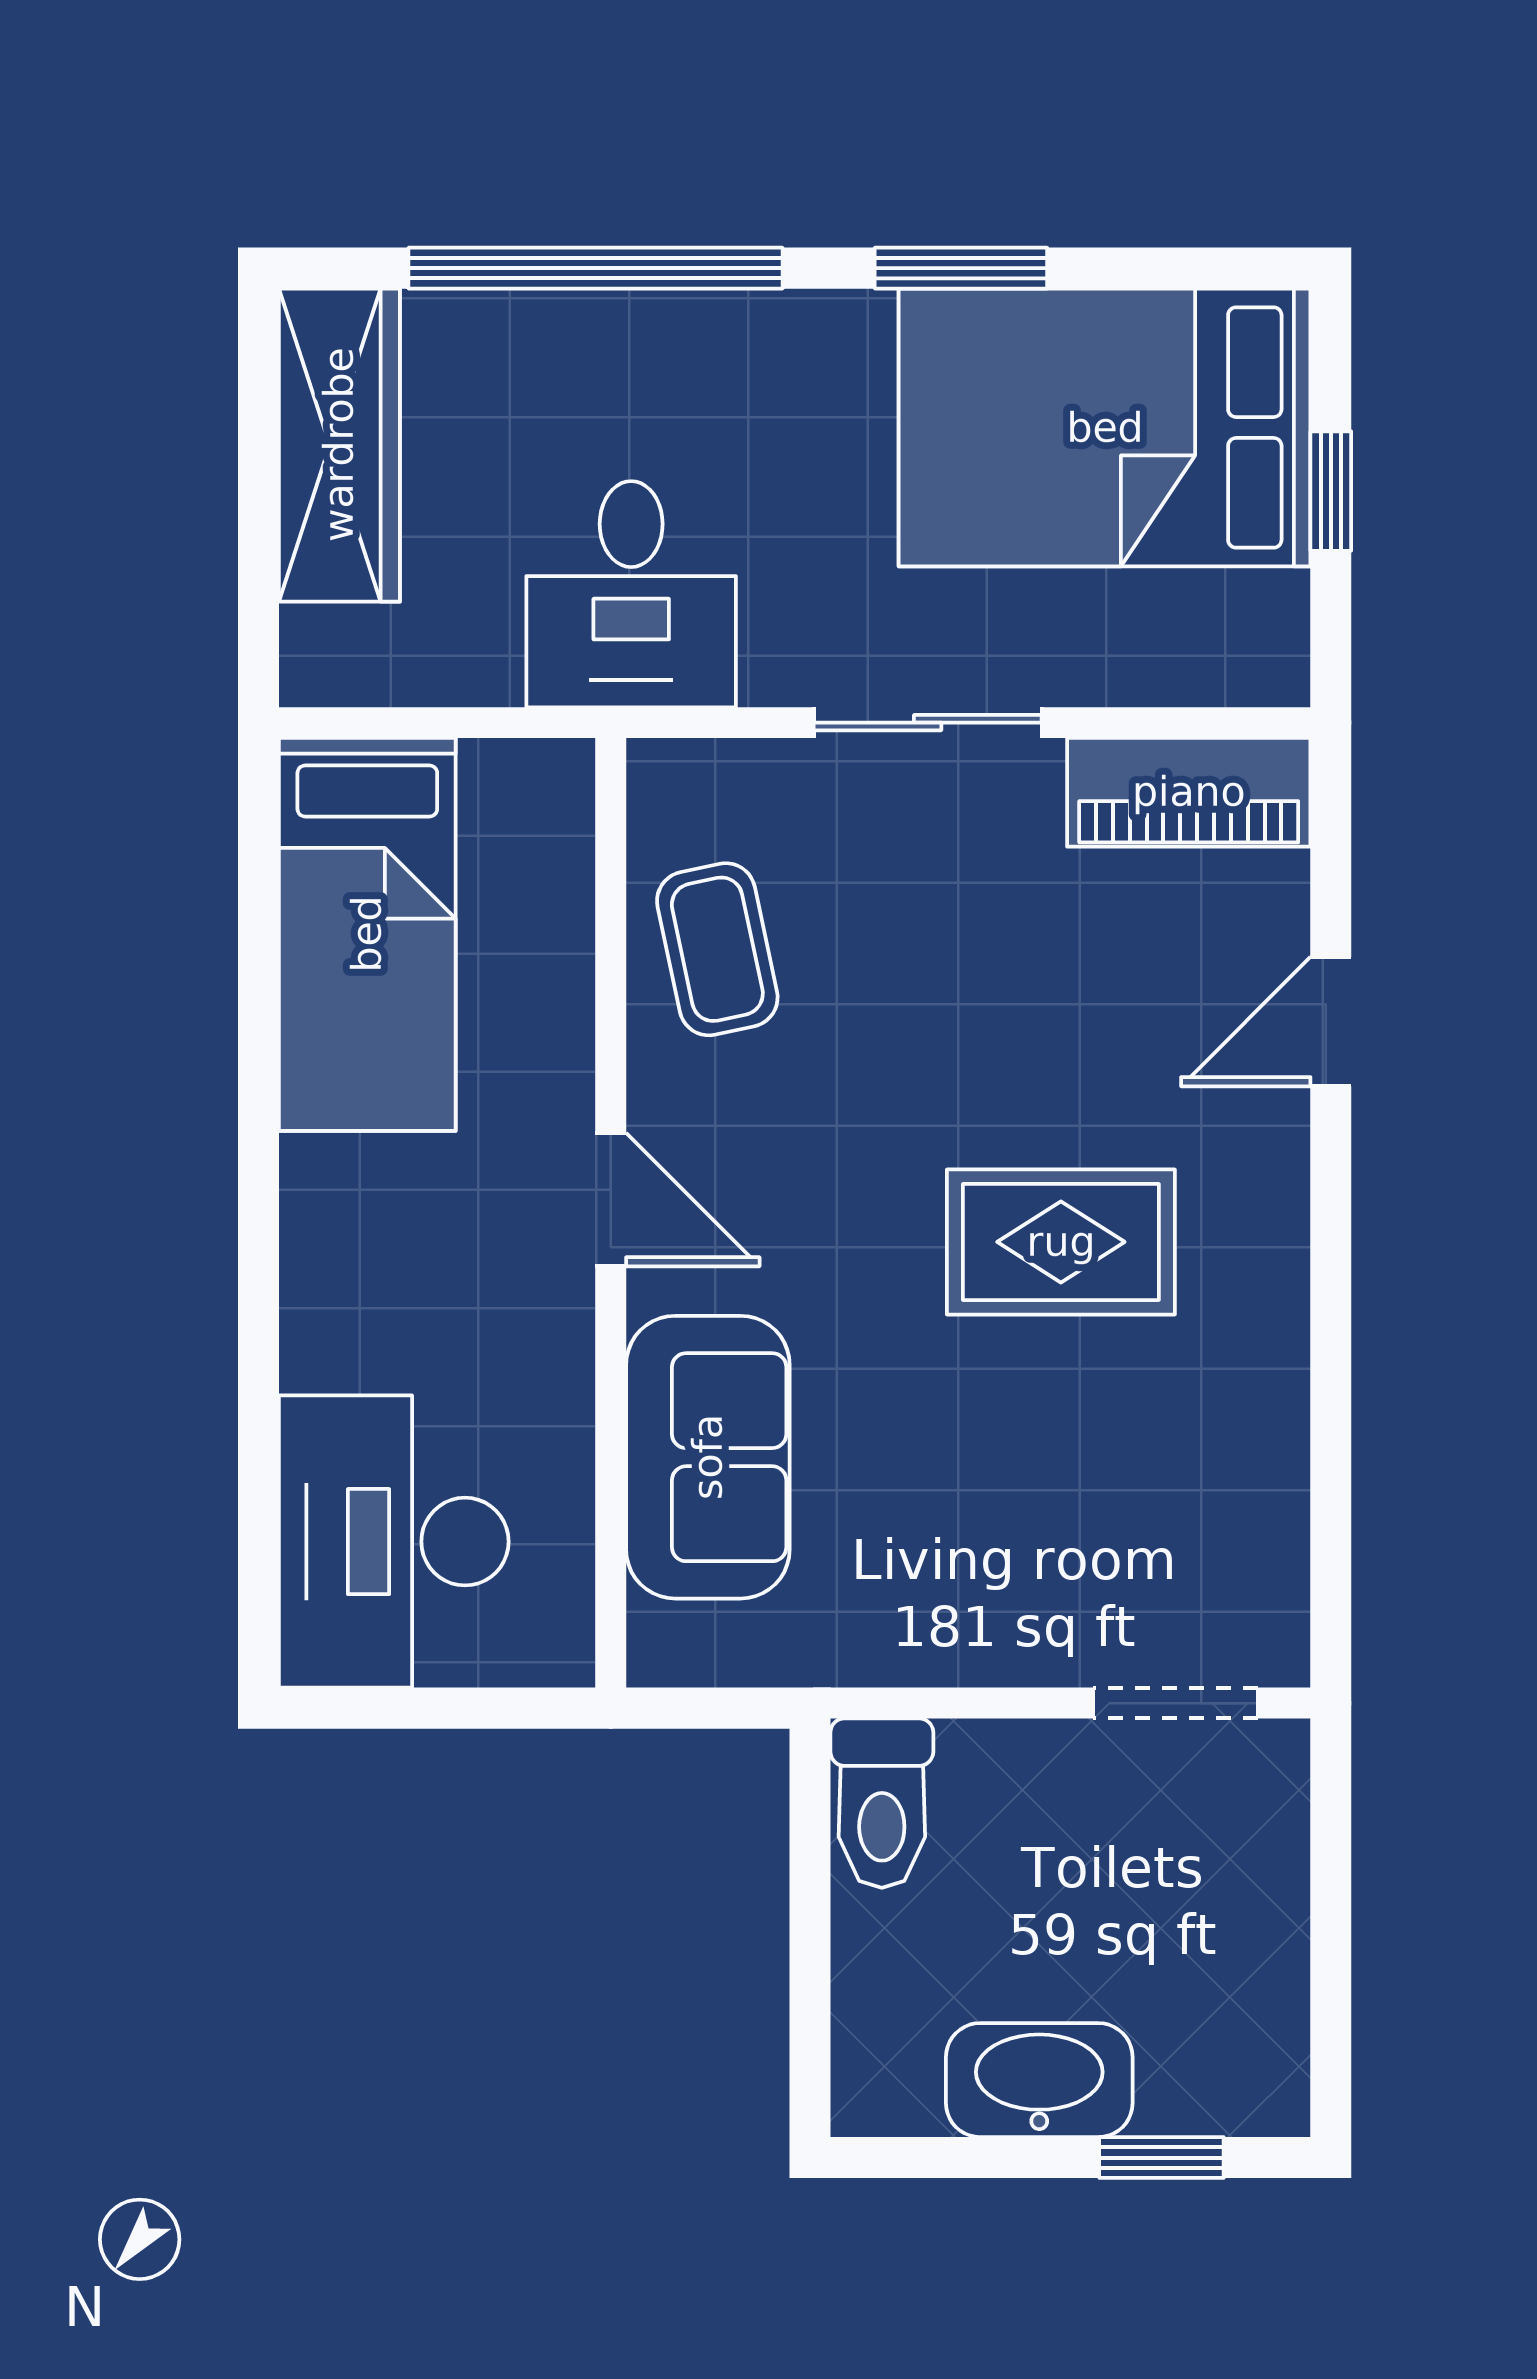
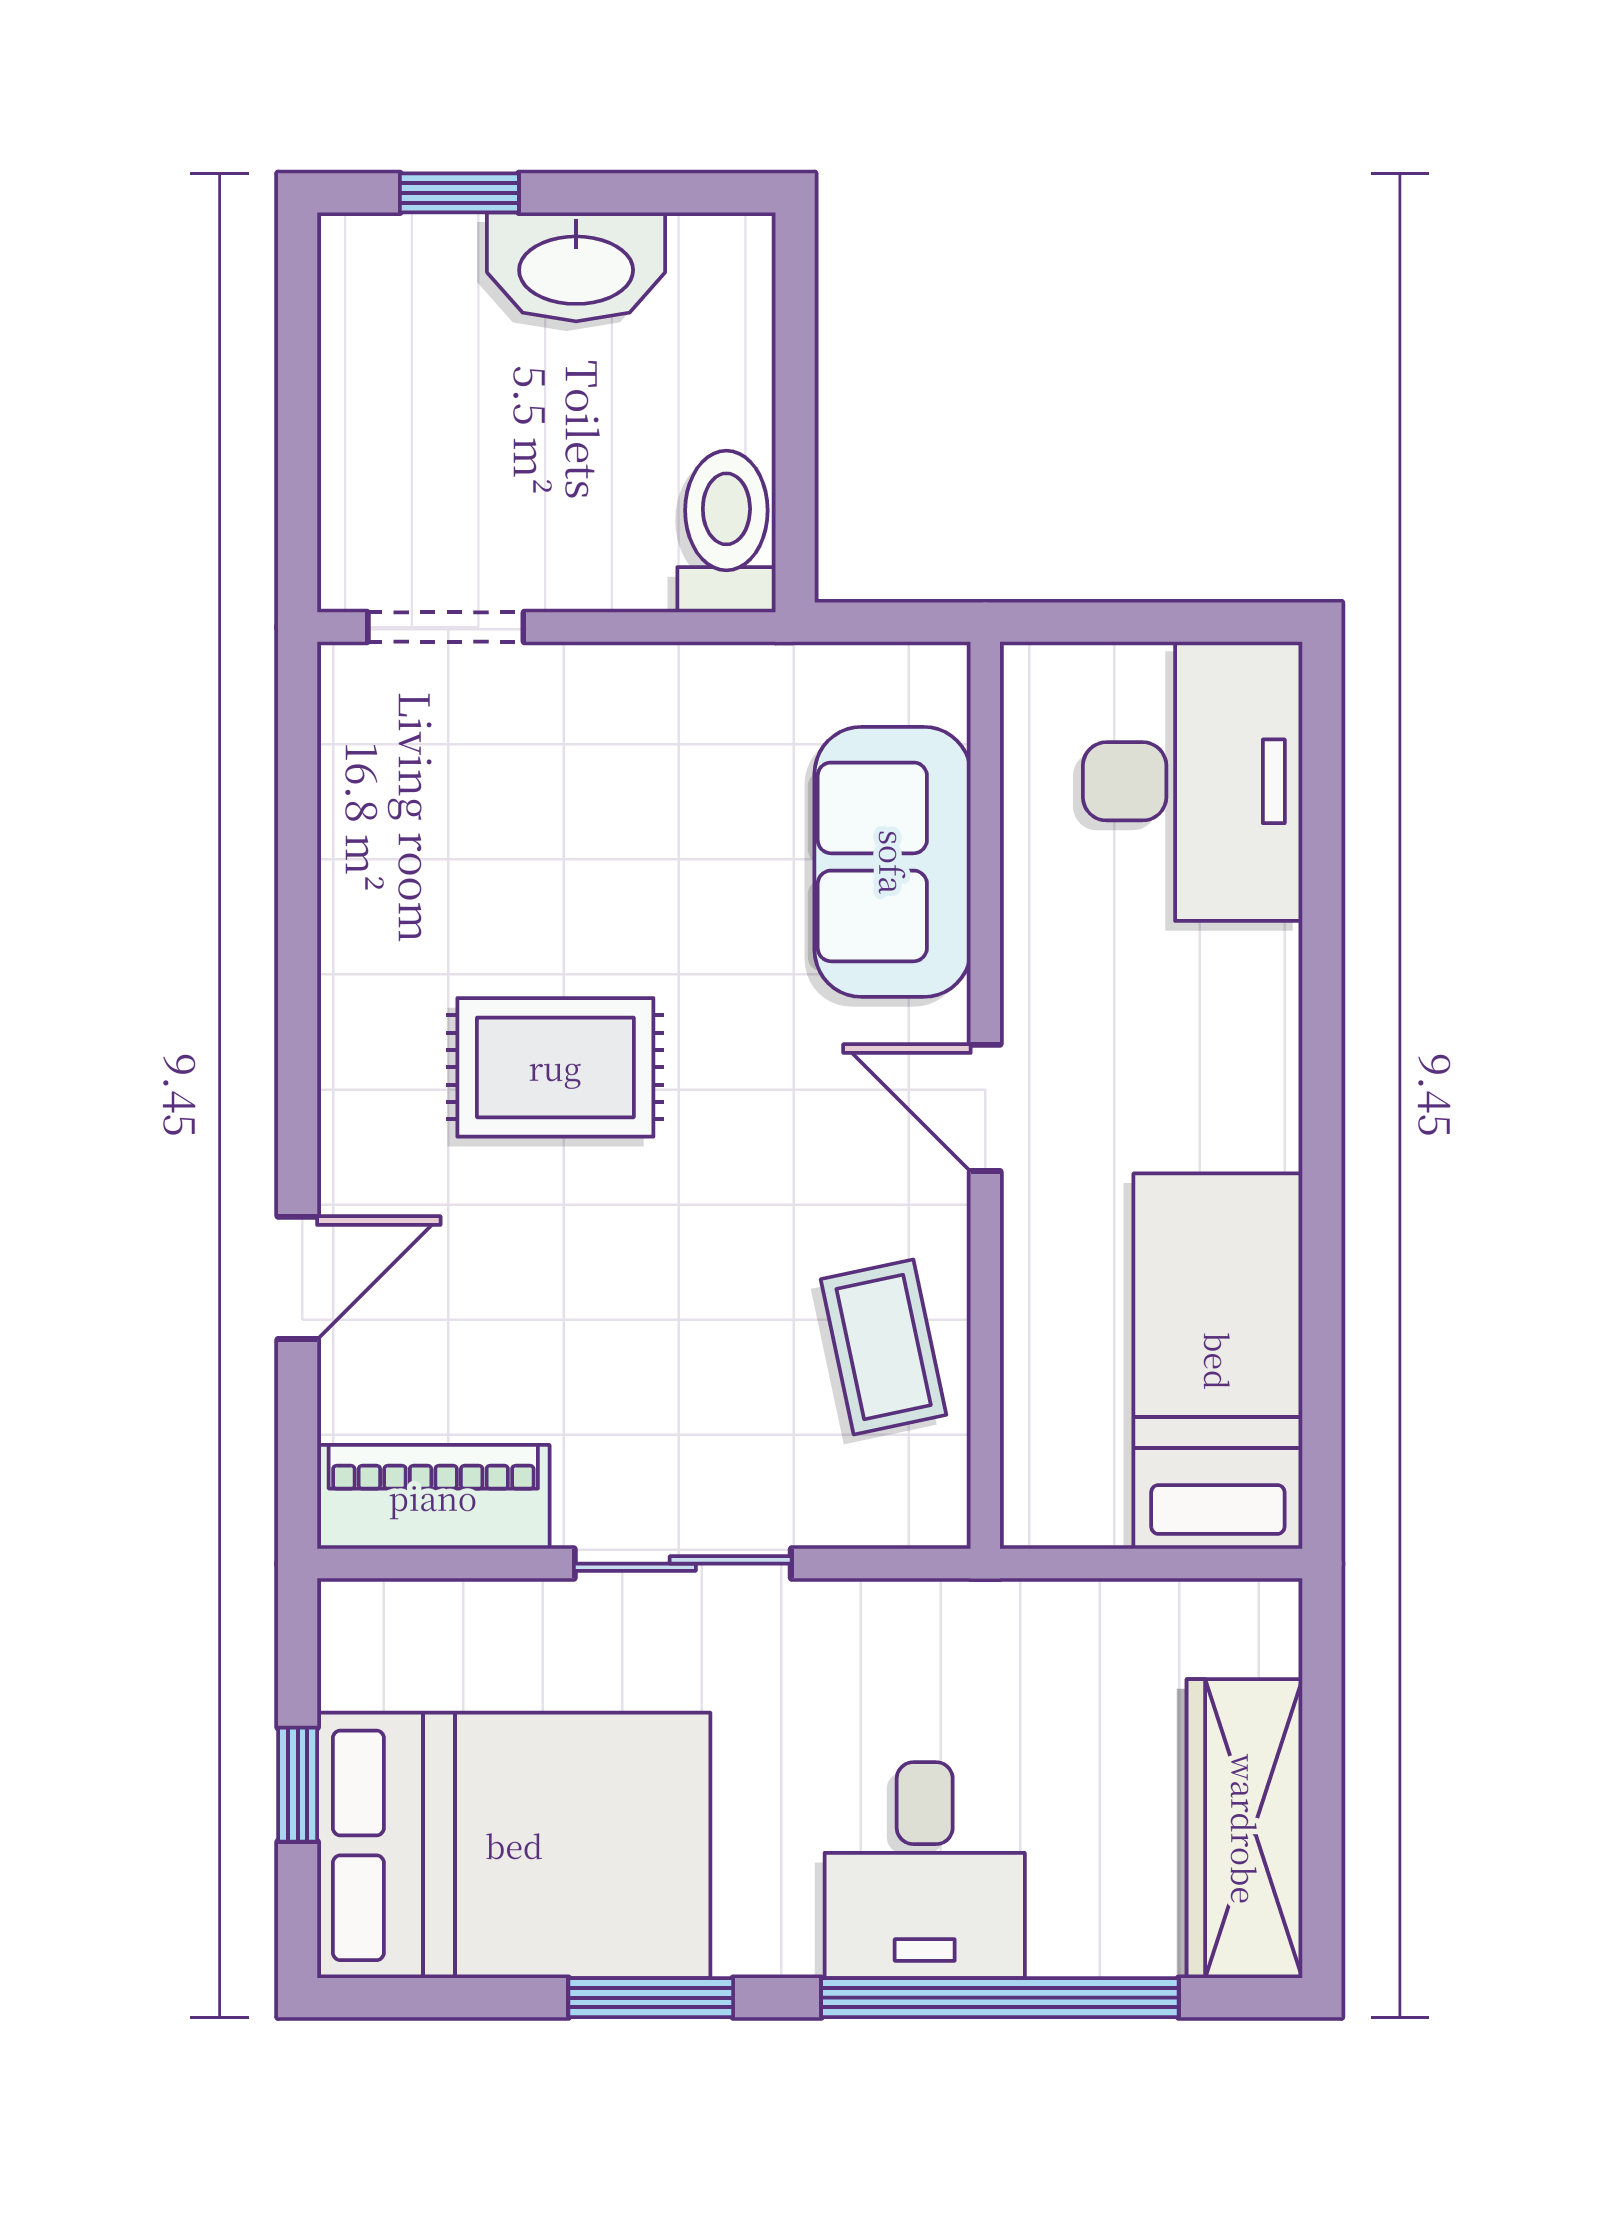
desk: (631, 594) -> (925, 1870), moved, turned 180

